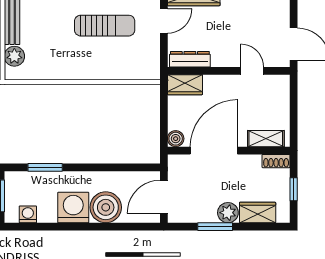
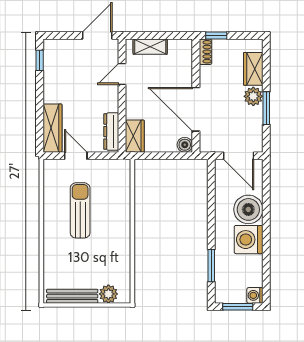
shelving: (266, 139) -> (150, 47), moved, turned 90
window: (294, 189) -> (216, 36), moved
washing machine: (28, 214) -> (255, 295), moved

